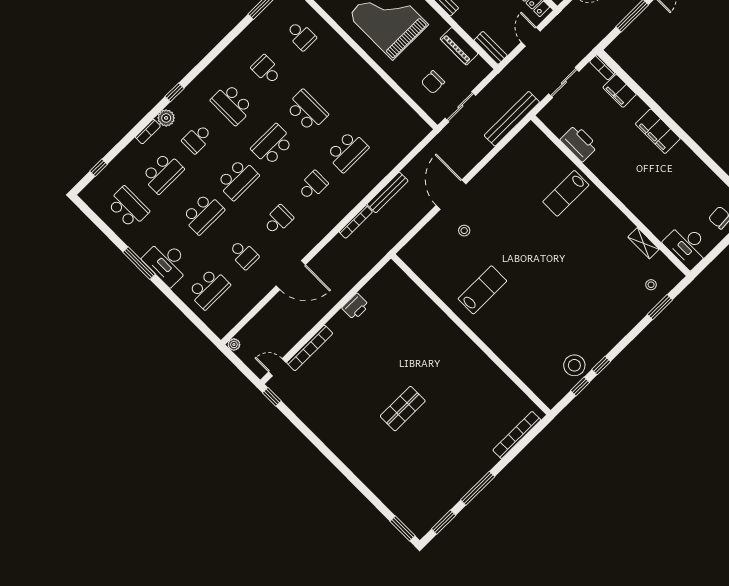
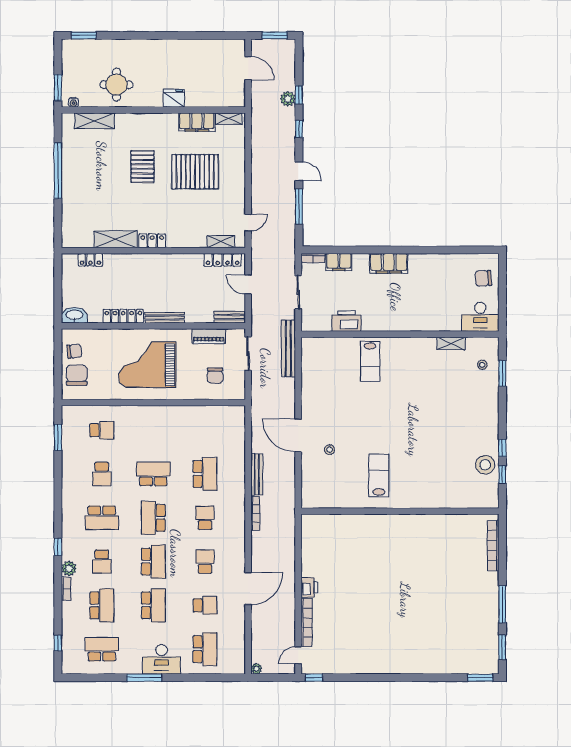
school desk: (266, 70) -> (102, 474), turned -90
sliding door: (460, 107) -> (248, 354), moved
printer: (356, 307) -> (309, 587), moved
shop shelf: (403, 409) -> (404, 602), removed

